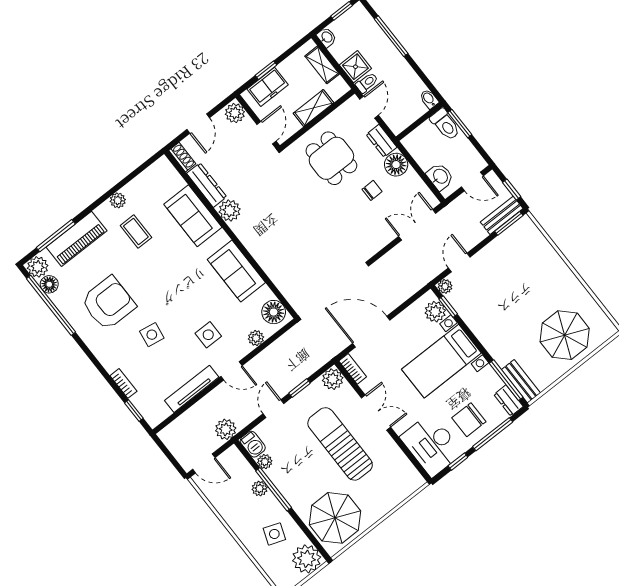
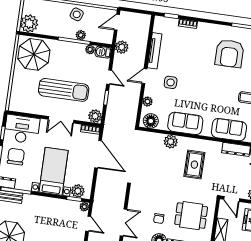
plant: (230, 211) -> (171, 142), moved
rug: (271, 214) -> (194, 165), added
door: (371, 332) -> (98, 154), hinge flipped
side table: (152, 335) -> (196, 58), removed
side table: (274, 534) -> (77, 14), moved

